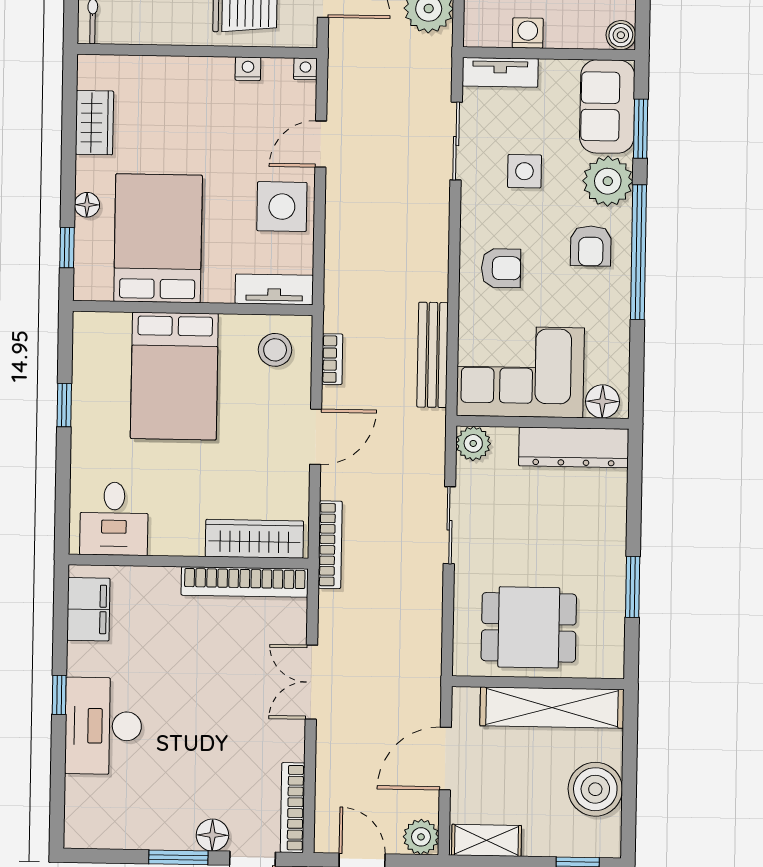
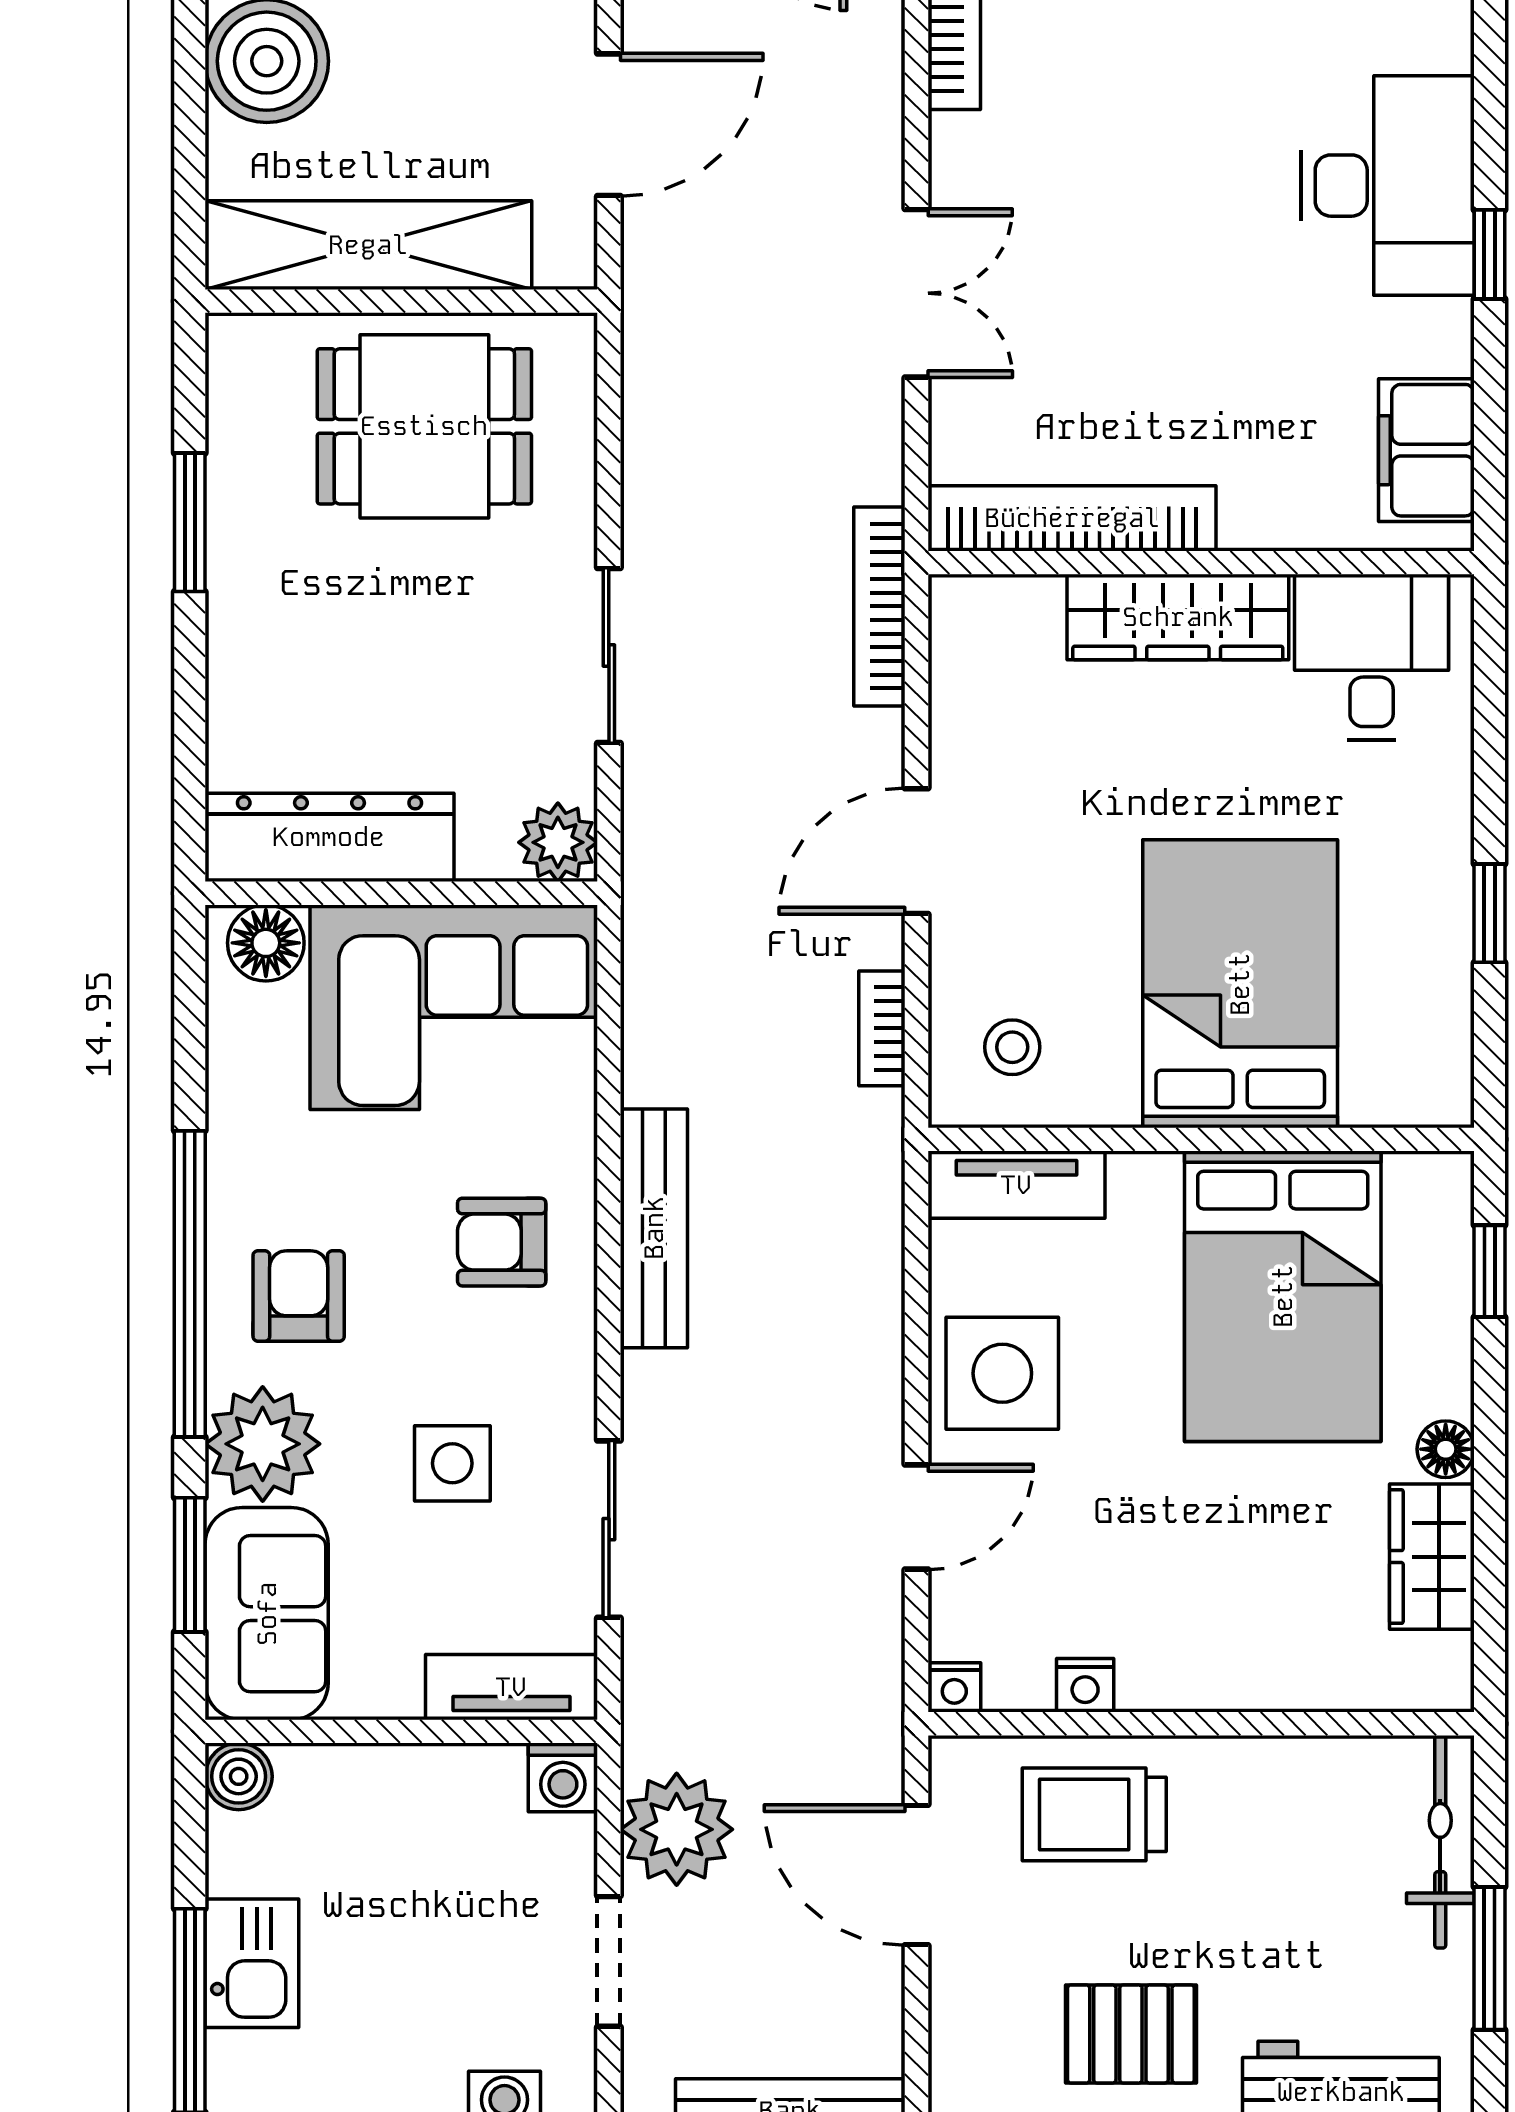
washing machine: (528, 33) -> (563, 1777), moved
floor lamp: (87, 205) -> (1446, 1449), moved
stool: (275, 350) -> (1012, 1047), width x0.73, depth x0.73
bench: (433, 355) -> (654, 1228), moved
wardrobe: (254, 539) -> (1178, 617), moved

